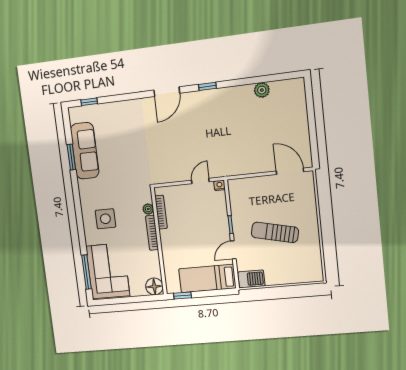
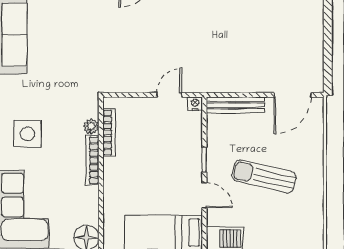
door: (290, 171) -> (293, 95), swing flipped
bench: (249, 183) -> (235, 105), added
door: (233, 250) -> (204, 195), swing flipped

